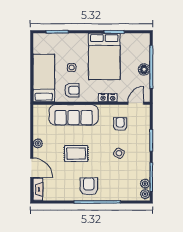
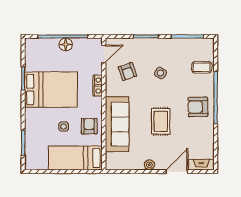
door: (136, 103) -> (104, 54), swing flipped
armchair: (120, 124) -> (128, 71), turned -109
plant: (145, 184) -> (195, 43), removed
coffee table: (124, 190) -> (202, 67), added
plant: (145, 194) -> (207, 43), removed

